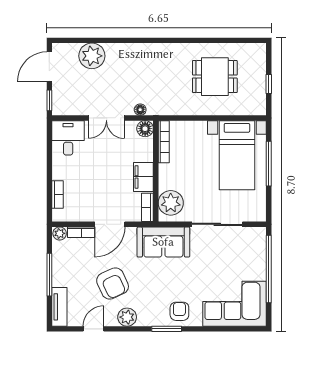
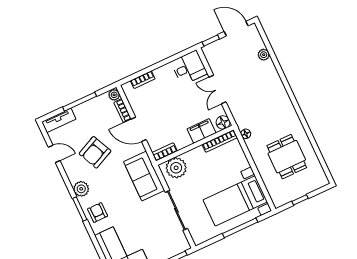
plant: (92, 56) -> (264, 55), width x0.53, depth x0.53
floor lamp: (140, 110) -> (246, 134), moved
filing cabinet: (143, 177) -> (202, 131), moved
armchair: (179, 311) -> (98, 212), turned -90
plant: (127, 317) -> (81, 189), moved

